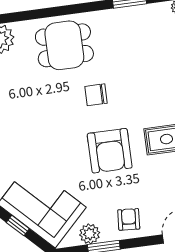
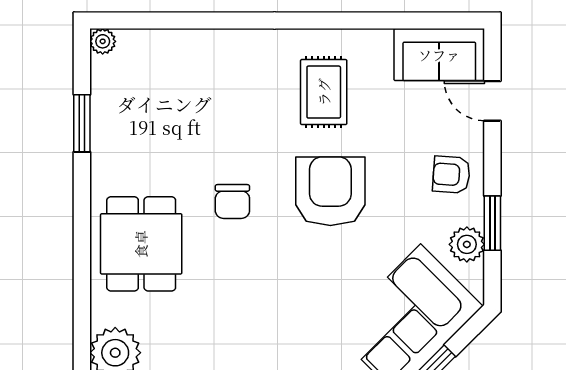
armchair: (110, 151) -> (330, 191), turned -90

